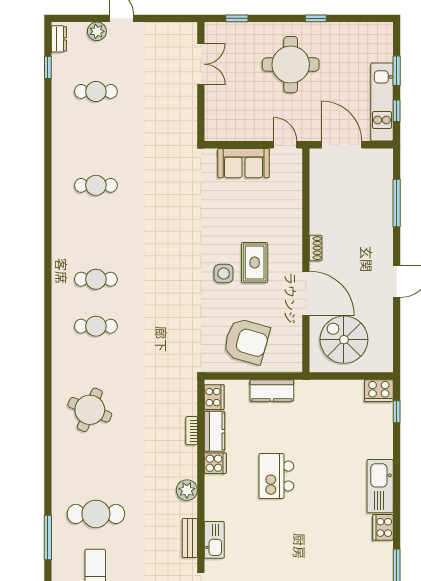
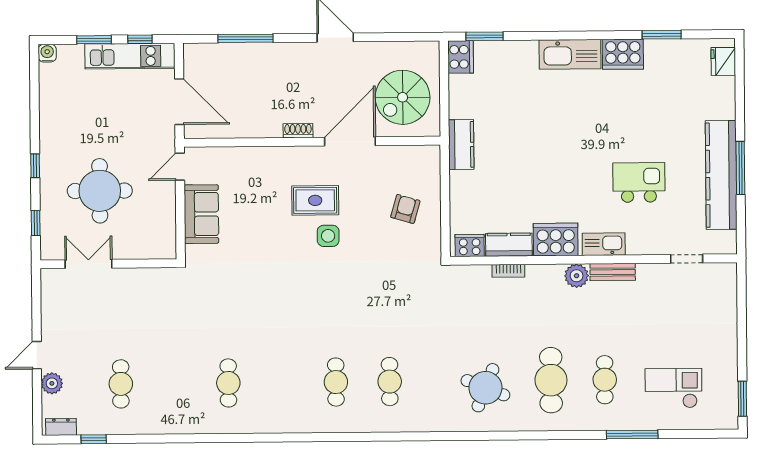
window: (316, 18) -> (35, 166), moved
water cooler: (385, 30) -> (47, 53), added
round table: (291, 65) -> (100, 191), moved
door: (342, 145) -> (179, 102), swing flipped
armchair: (246, 341) -> (405, 209), width x0.53, depth x0.53
kitchen counter: (272, 390) -> (461, 144), moved
window: (397, 412) -> (485, 36), width x1.50
cooker: (215, 463) -> (556, 239), width x1.87, depth x1.31
cafe table: (96, 467) -> (551, 380), added
kitchen island: (276, 476) -> (639, 182), moved, turned 180
cafe table: (96, 514) -> (605, 380), width x0.73, depth x0.74
cooker: (383, 527) -> (623, 54), width x1.37, depth x1.31
bench: (190, 538) -> (613, 272), moved
kitchen sink: (214, 540) -> (604, 244), moved

